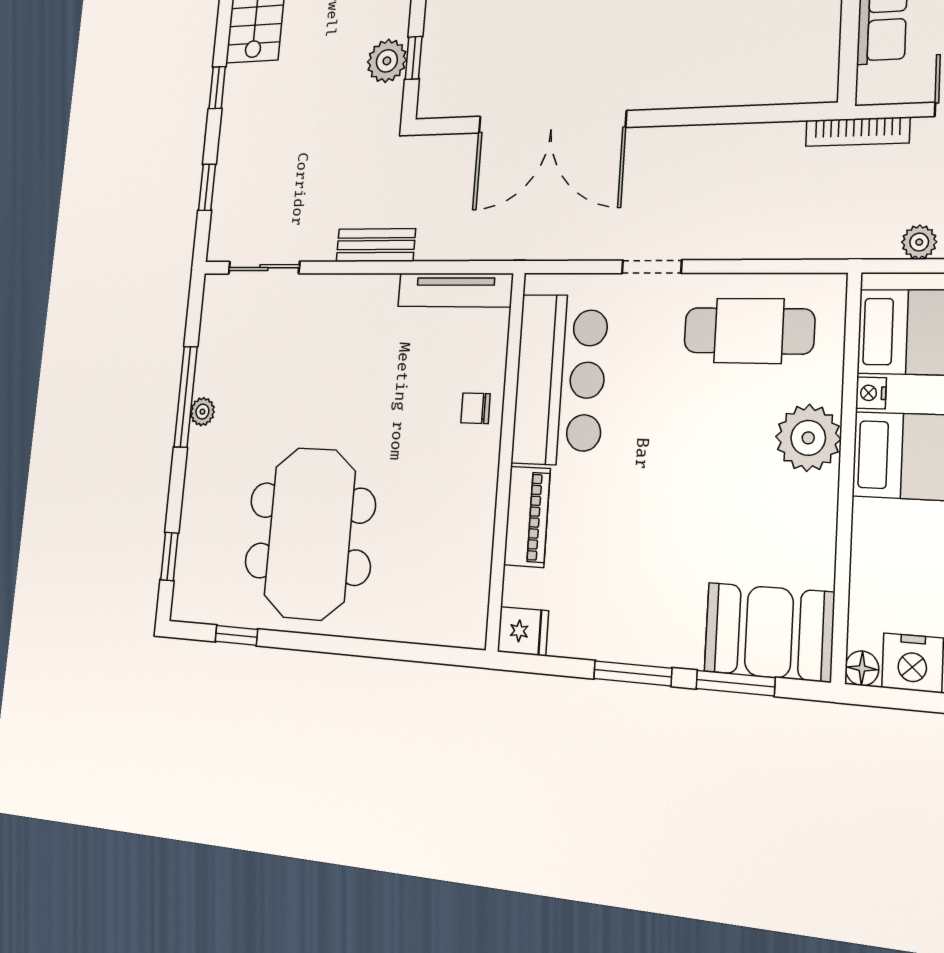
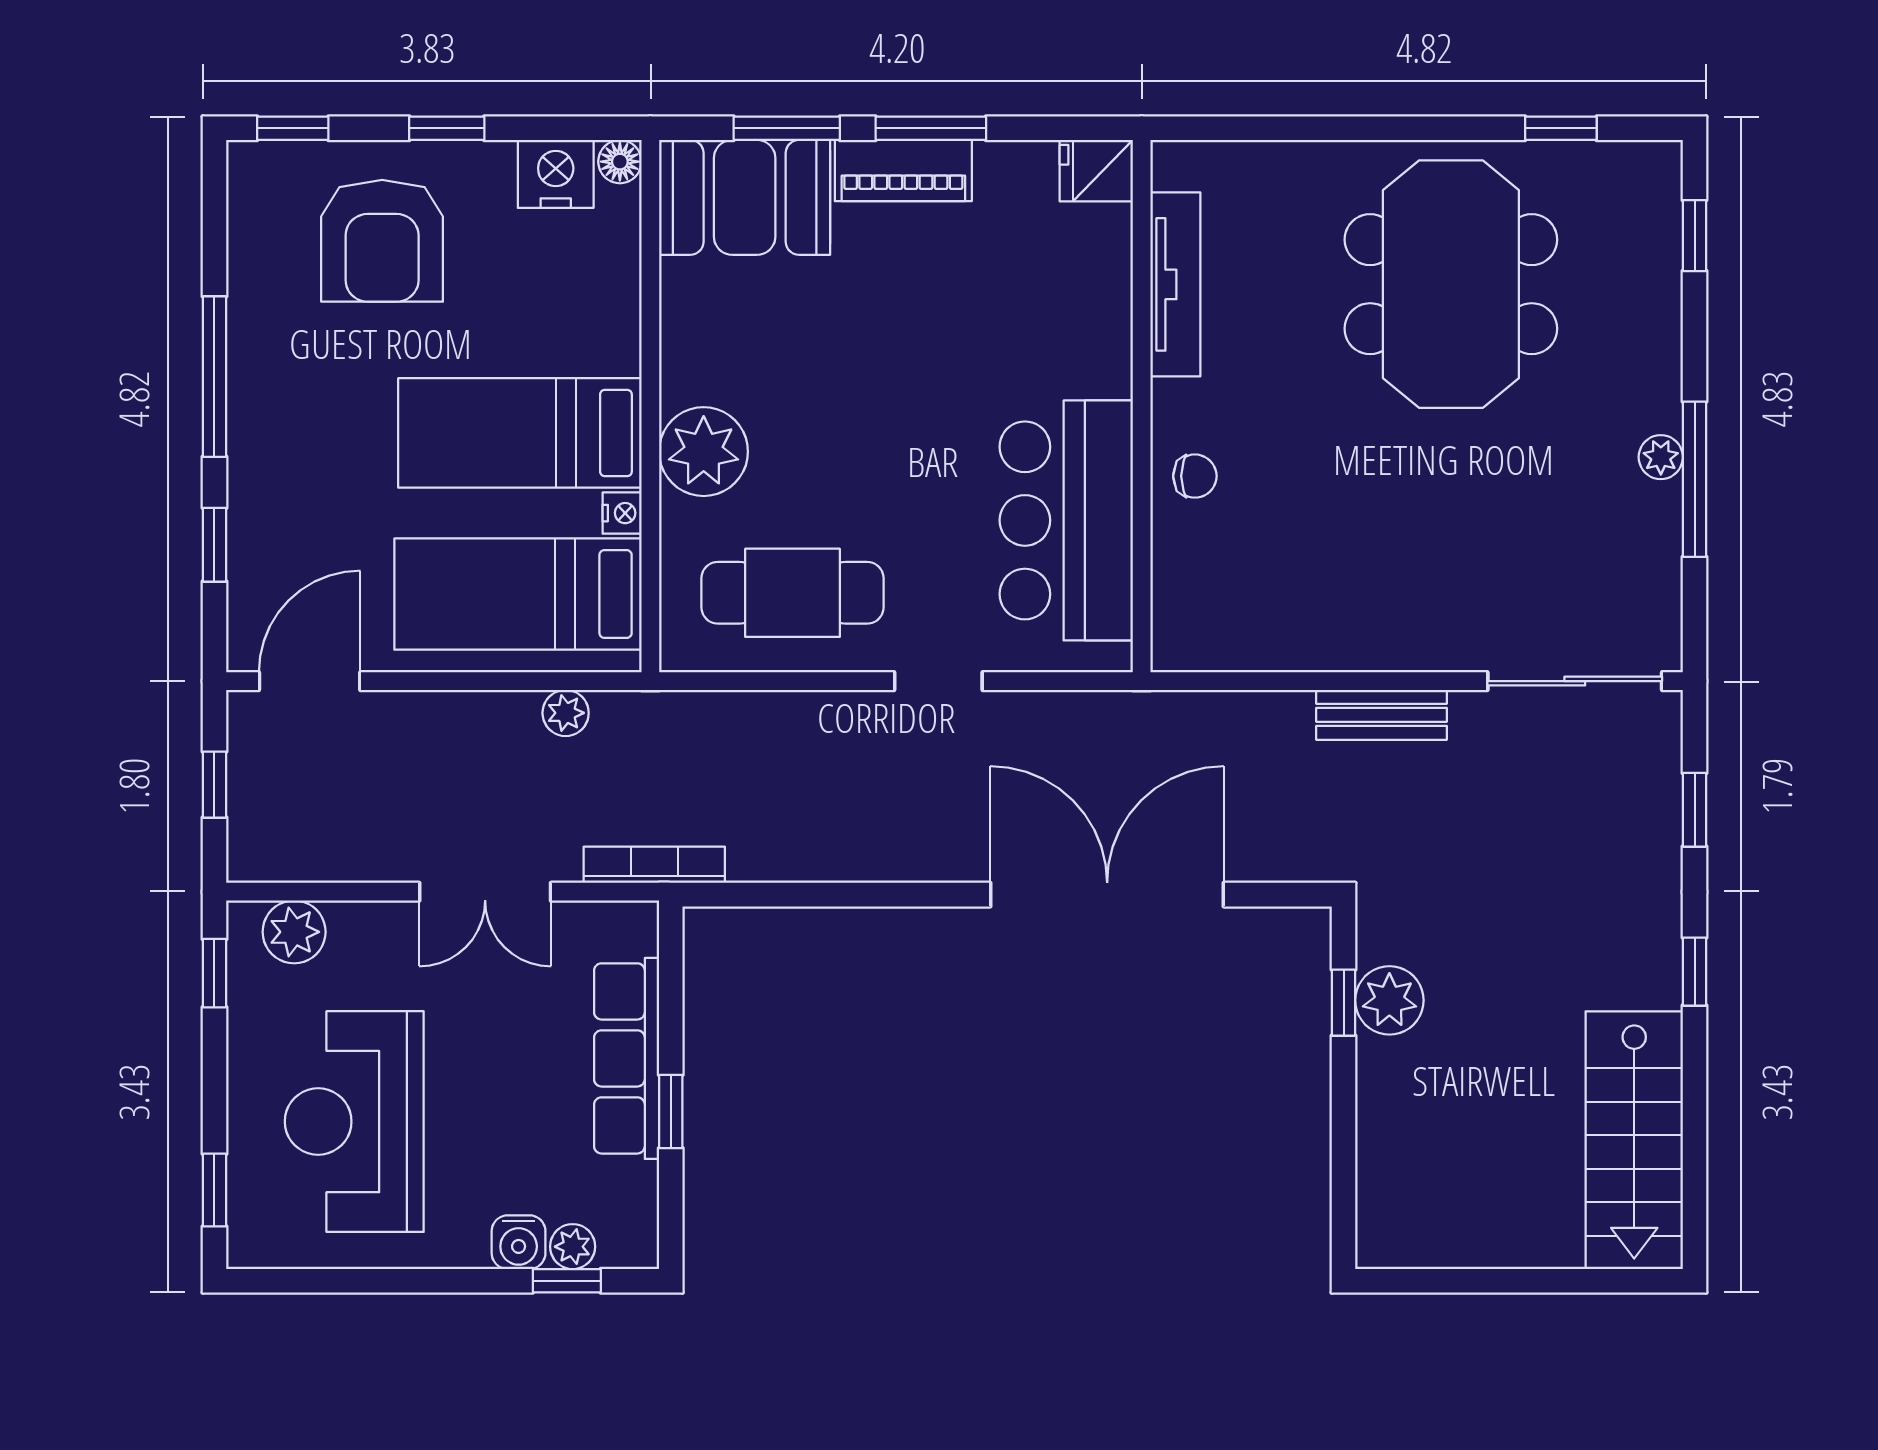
sliding door: (264, 268) -> (1575, 681), width x1.37
tv unit: (455, 290) -> (1175, 284), moved, turned 90
piano: (527, 517) -> (903, 171), moved, turned -90

